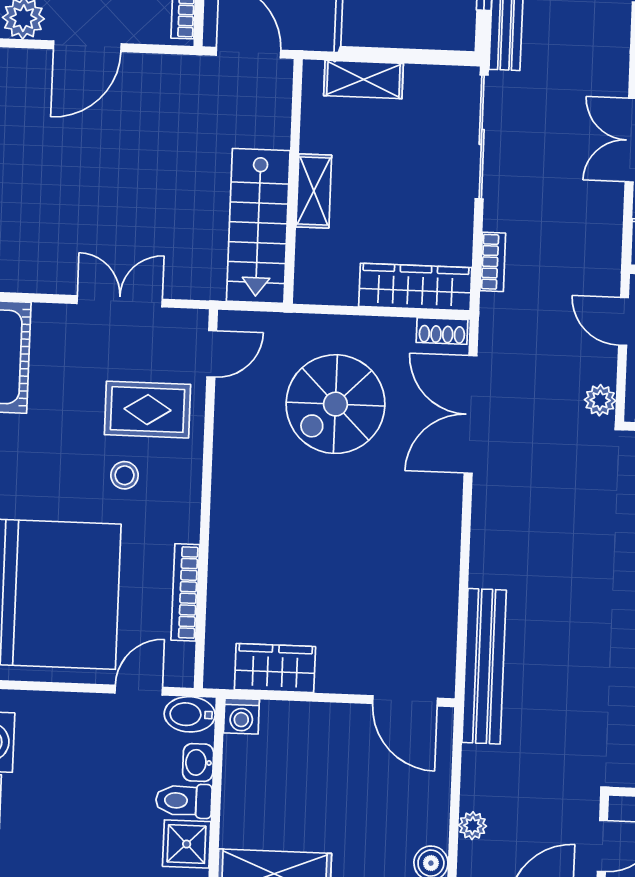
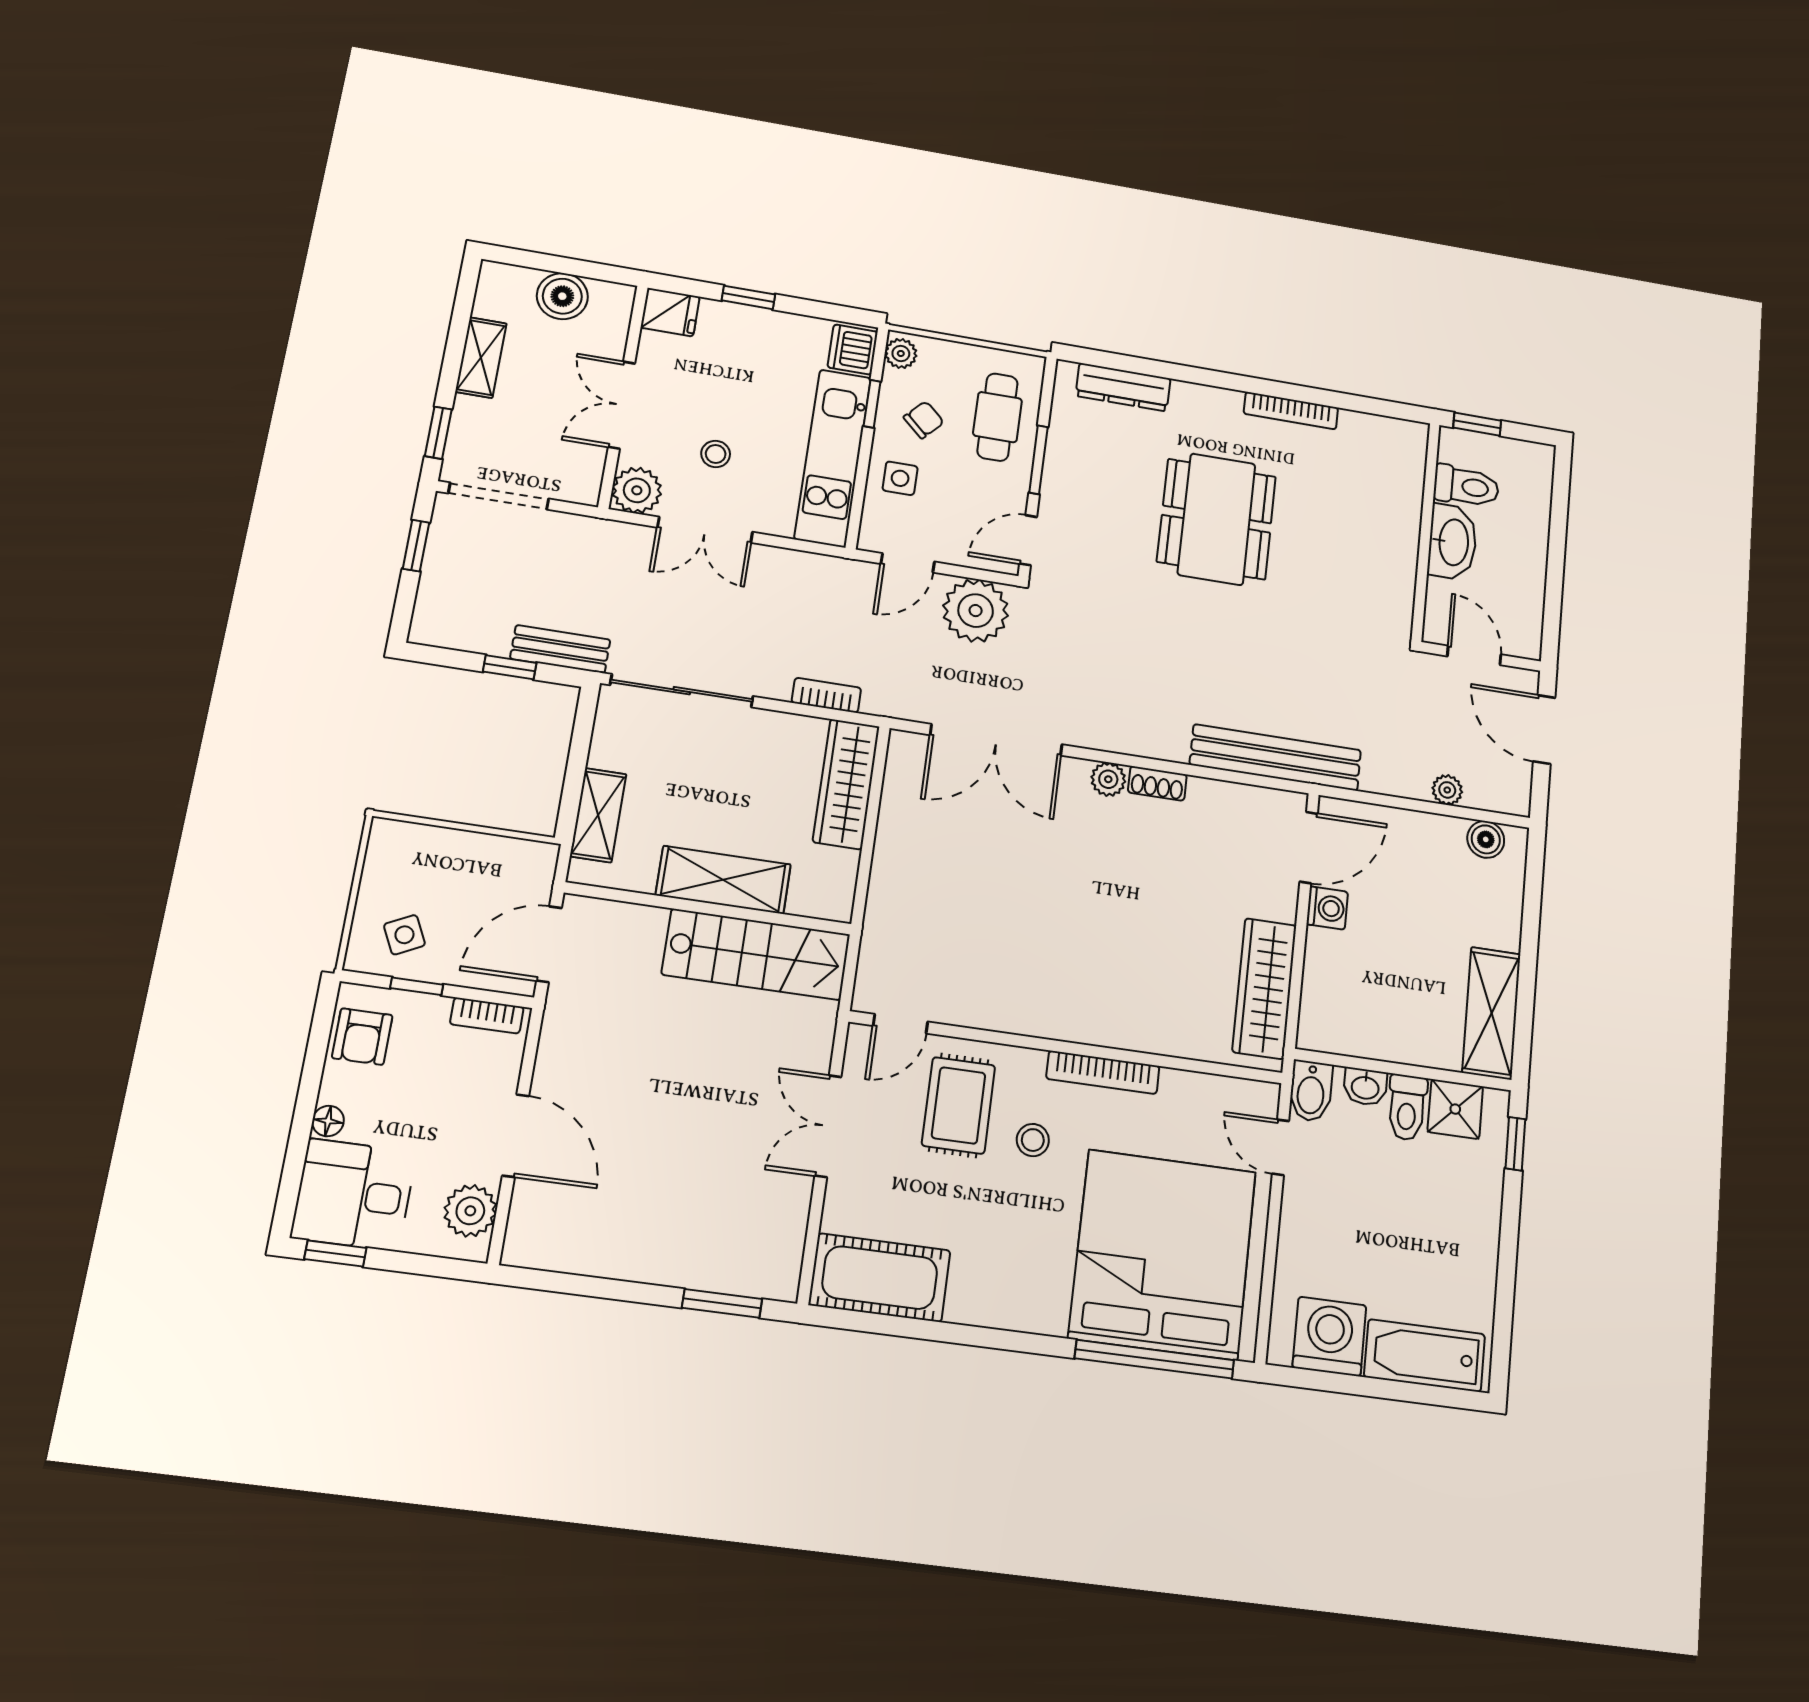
shelving: (314, 191) -> (723, 880), width x1.50, depth x1.33
shoe rack: (442, 331) -> (1157, 783), moved, turned 90
door: (212, 354) -> (900, 1024), swing flipped
plant: (600, 400) -> (976, 611), width x1.88, depth x1.88
spiral stairs: (335, 404) -> (971, 888), removed
plant: (446, 517) -> (1108, 779), added
bookcase: (185, 592) -> (1103, 1072), moved
wardrobe: (275, 668) -> (1264, 988), width x1.50
washing machine: (241, 716) -> (1327, 908), moved

